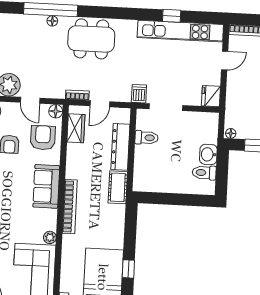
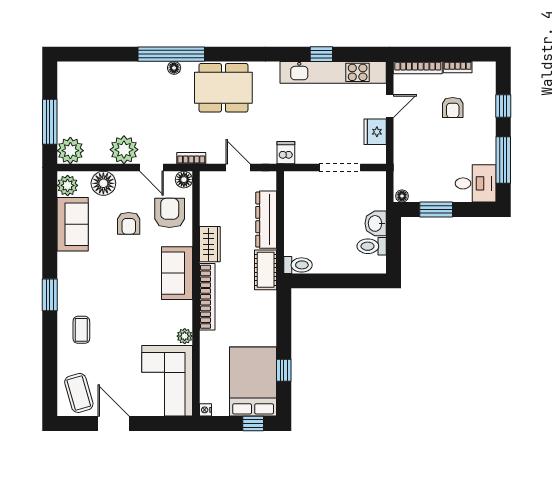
bookcase: (77, 95) -> (191, 158), moved
fridge: (211, 96) -> (375, 132), moved
door: (100, 104) -> (238, 167), swing flipped
doorway: (166, 107) -> (340, 167), moved
wardrobe: (76, 128) -> (210, 244), moved
toilet: (146, 138) -> (298, 265), moved

